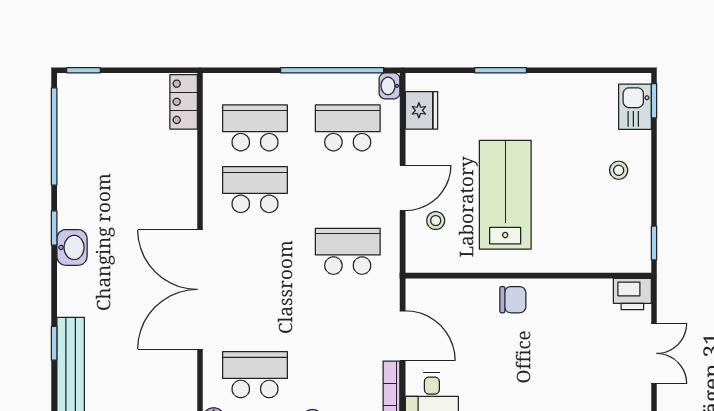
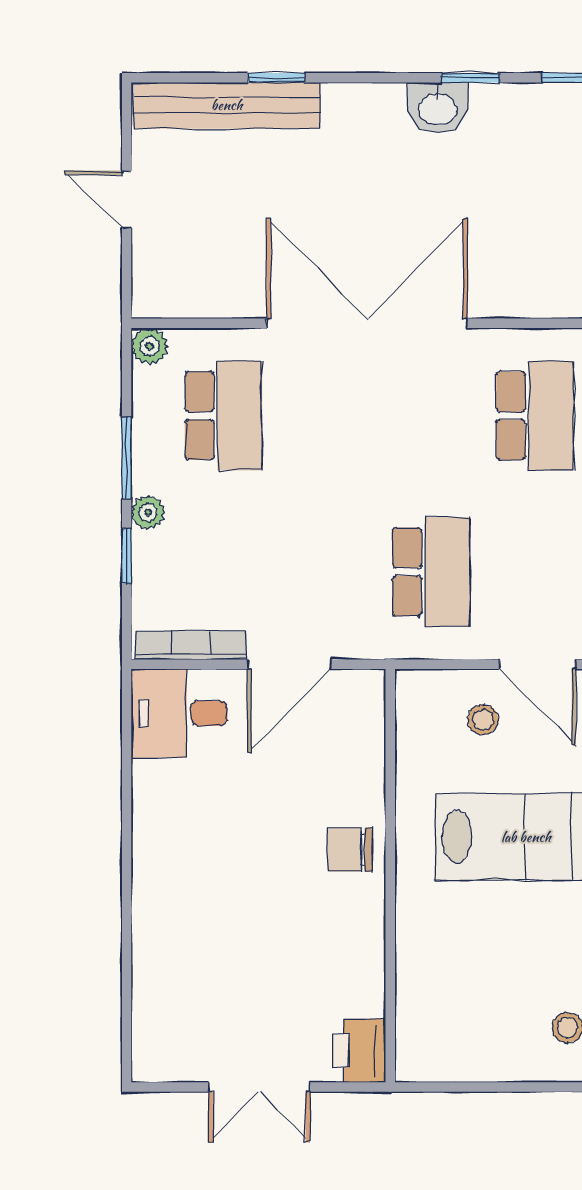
window: (654, 243) -> (445, 1087), removed
chair: (513, 300) -> (350, 850), turned 90

